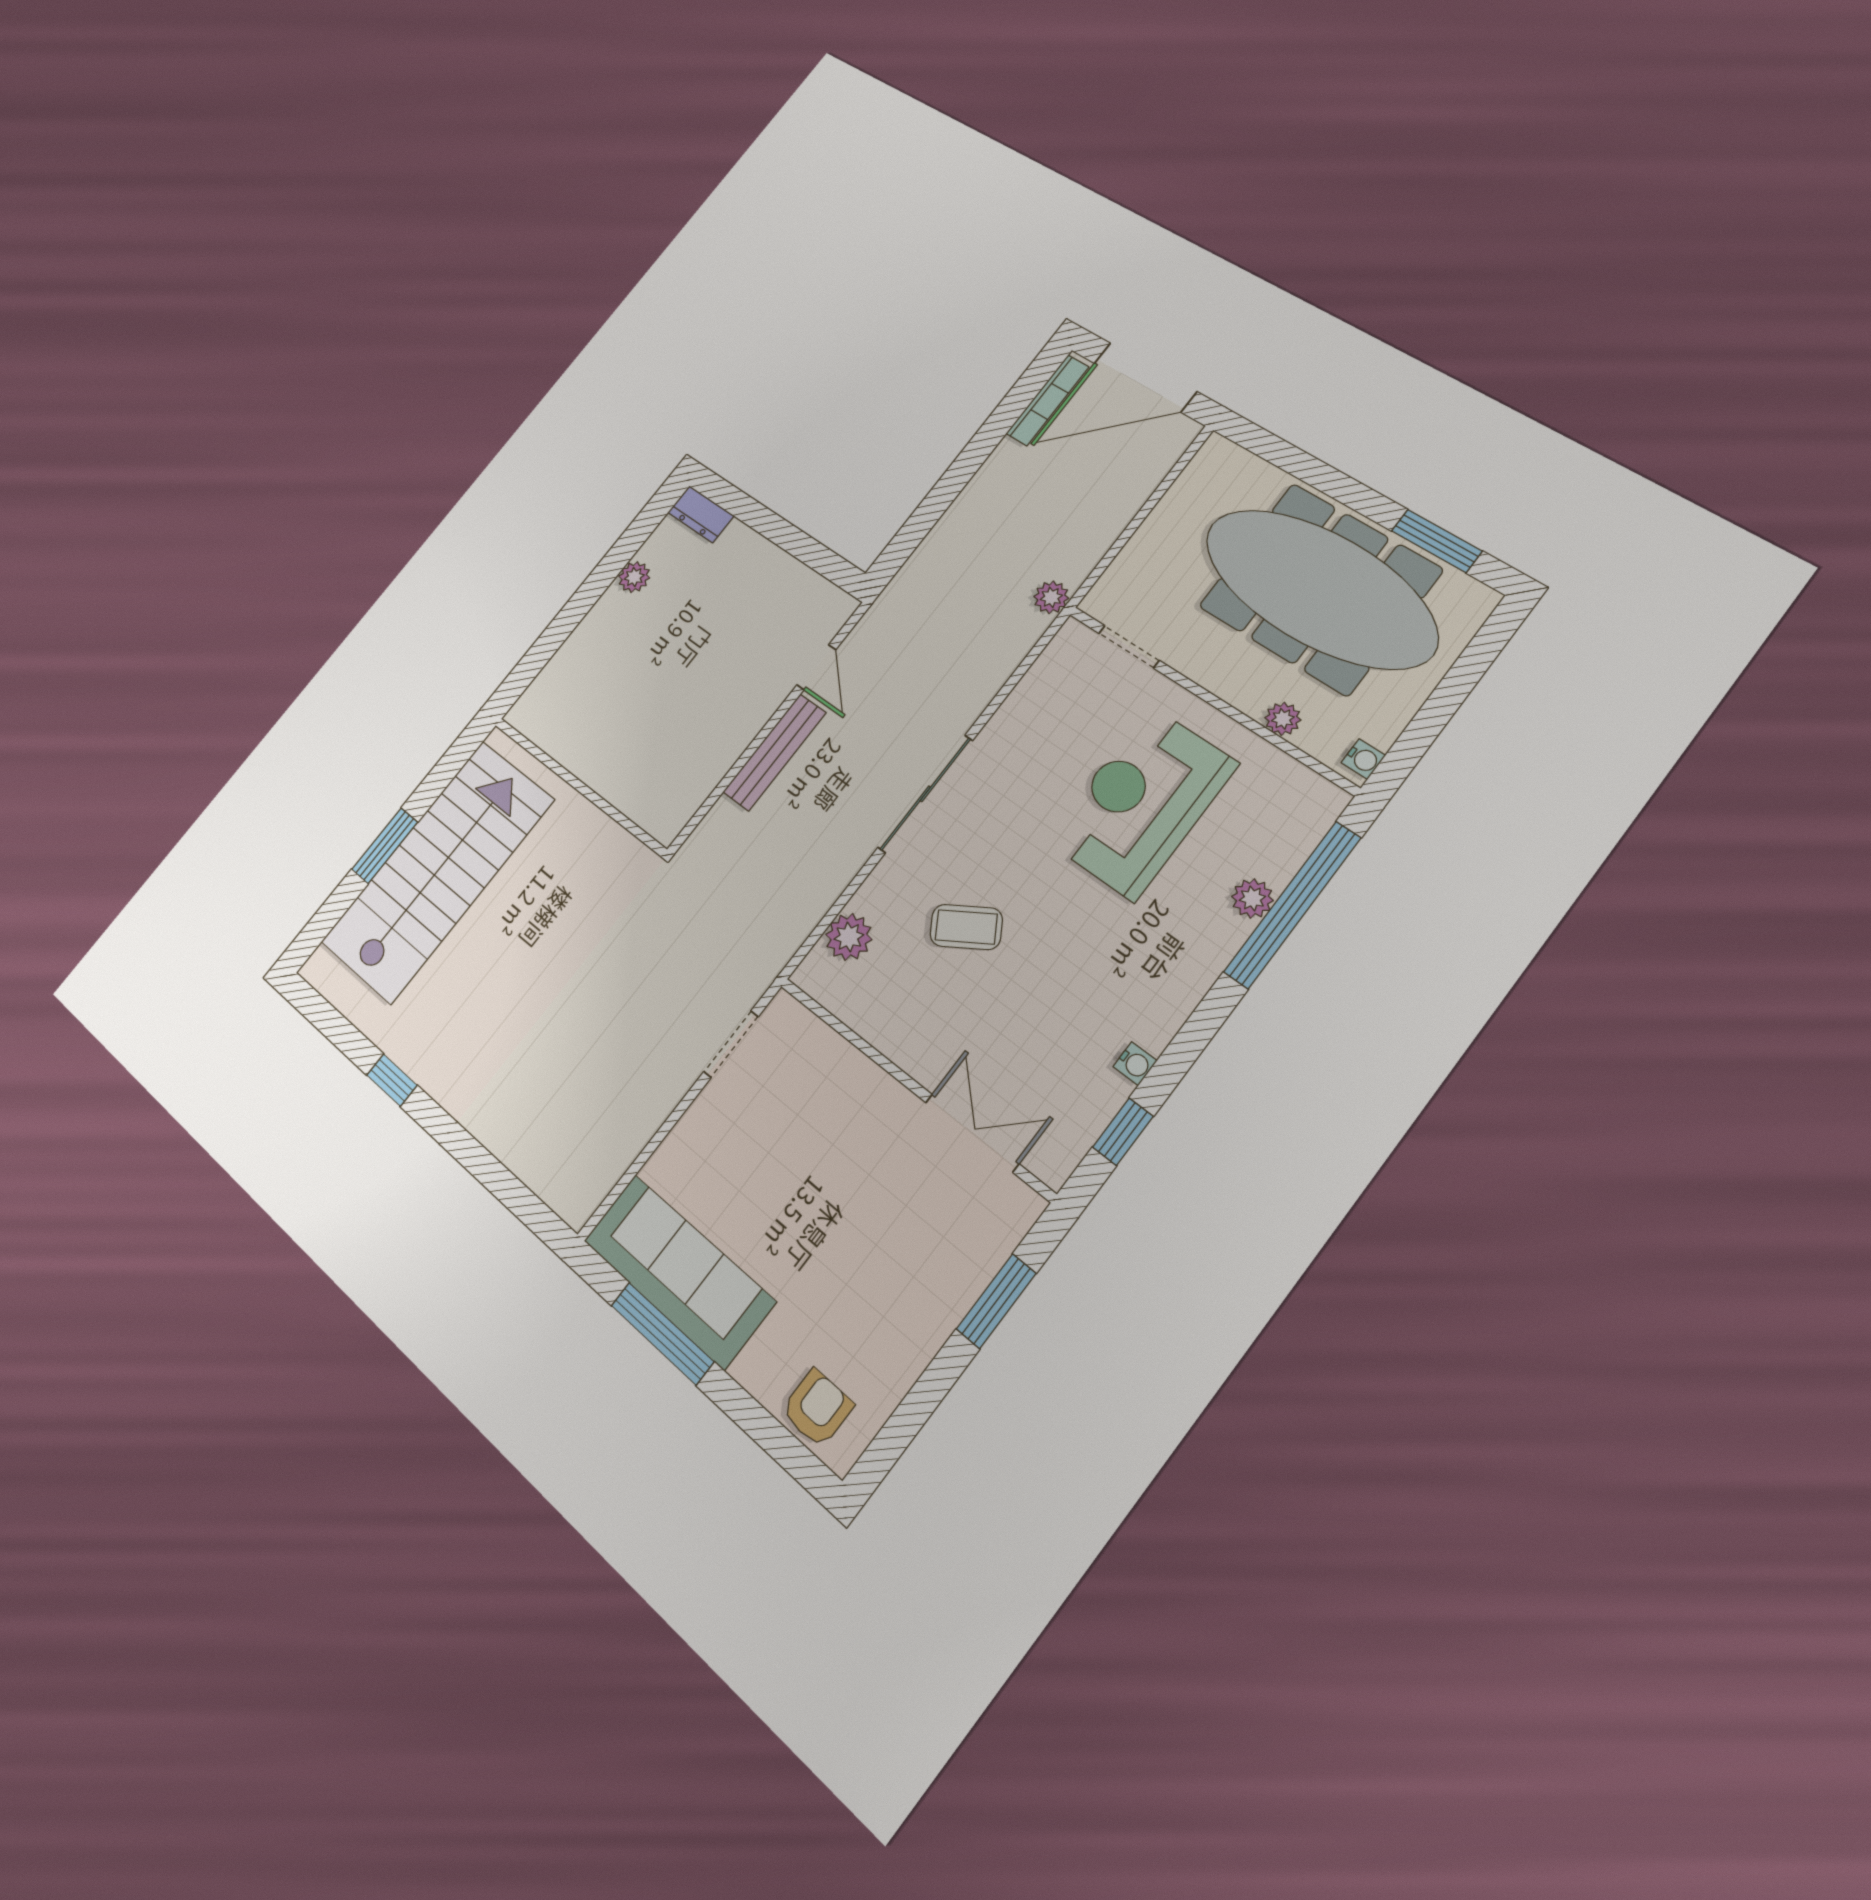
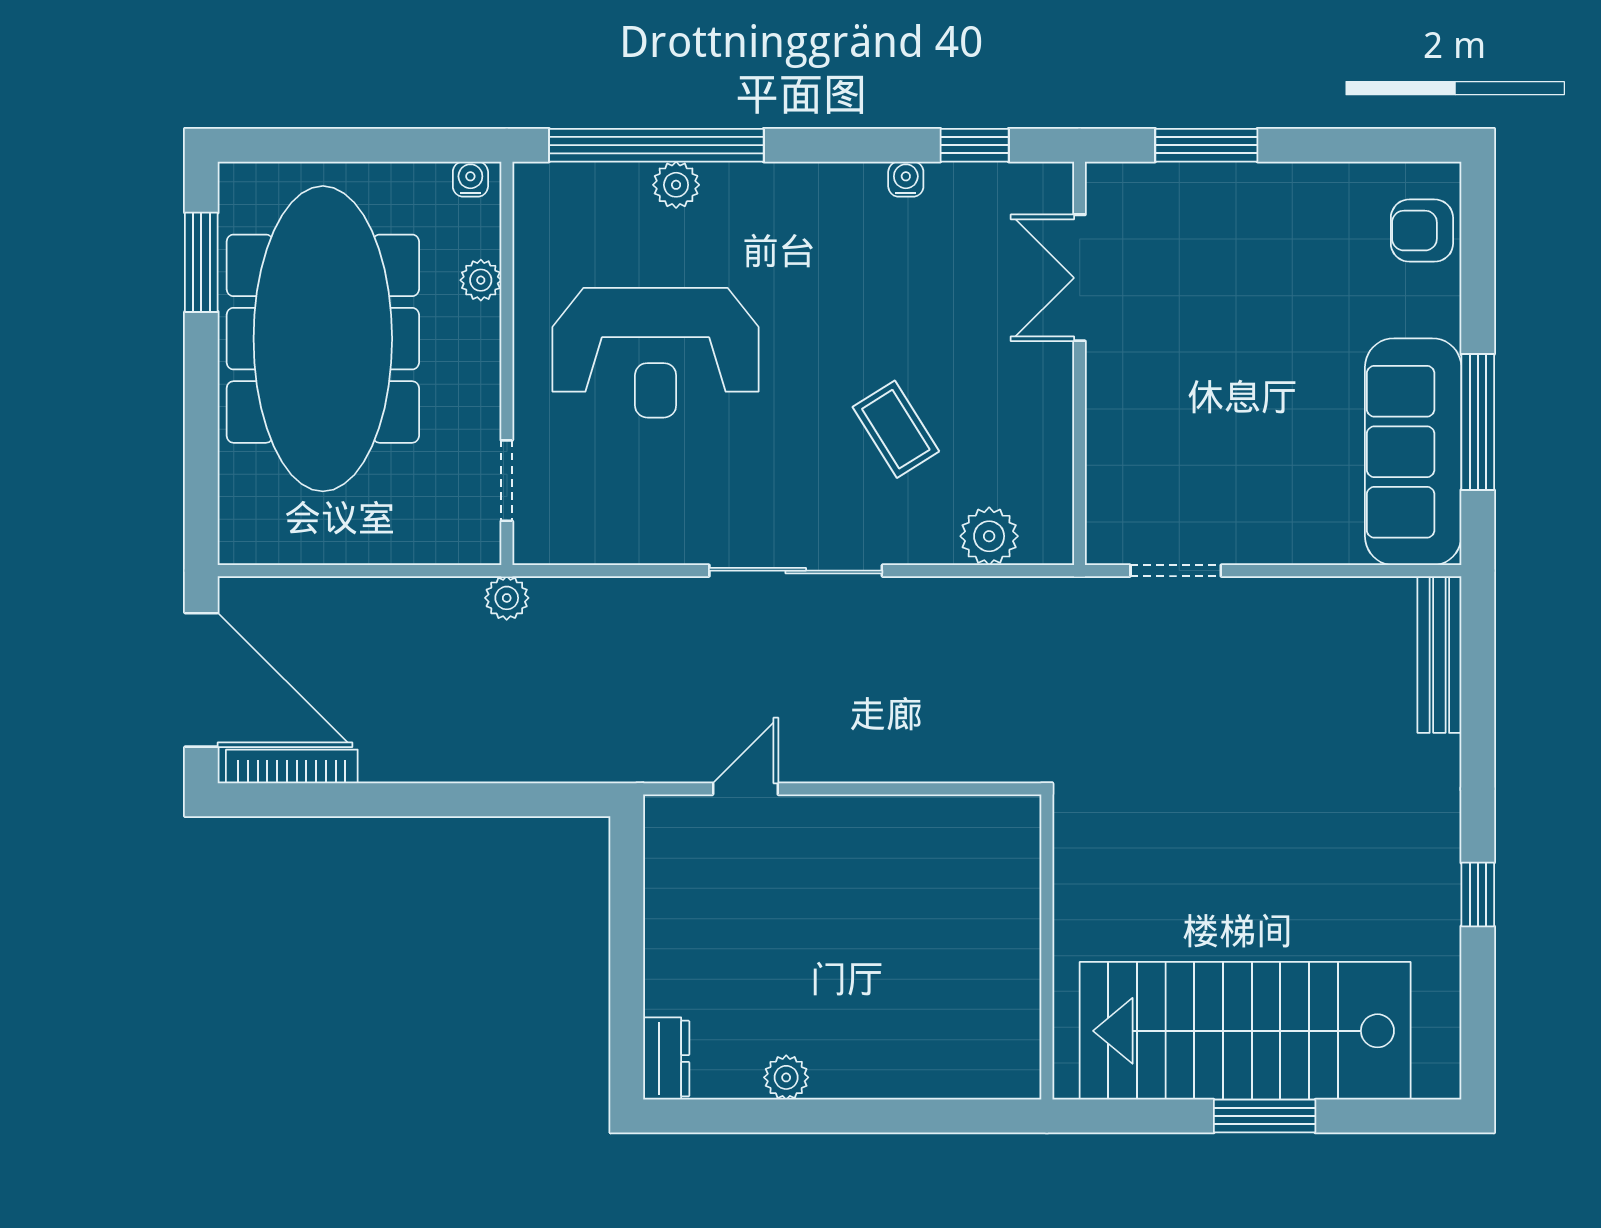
bench: (775, 752) -> (1439, 655), moved, turned 90

